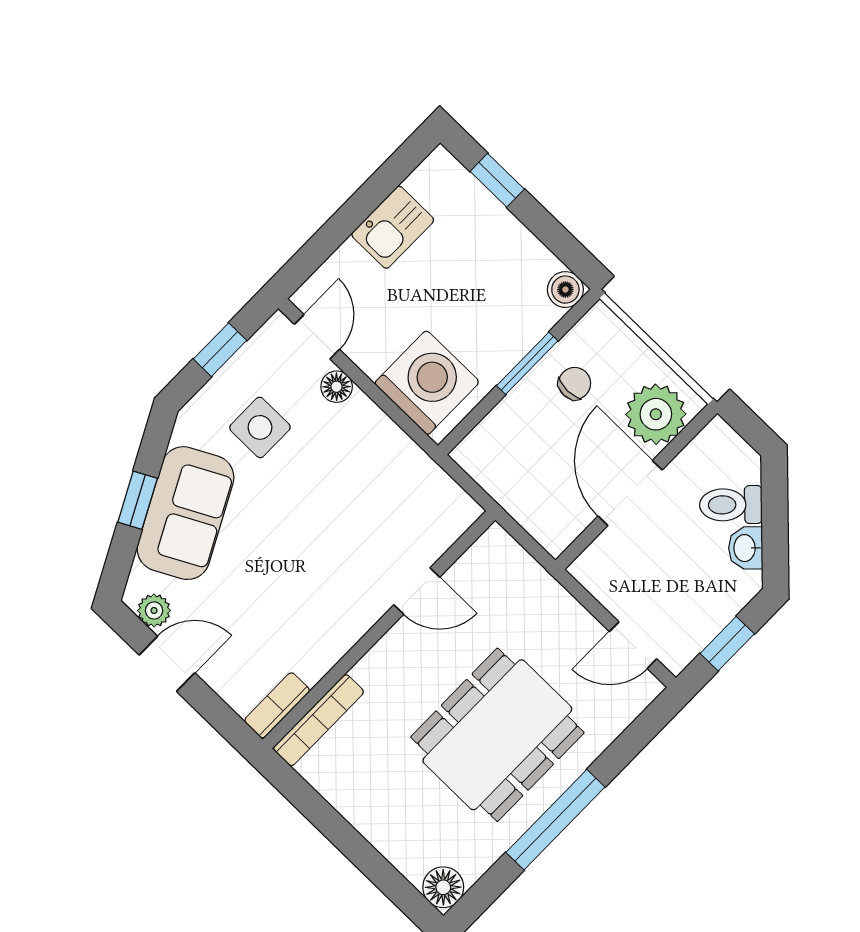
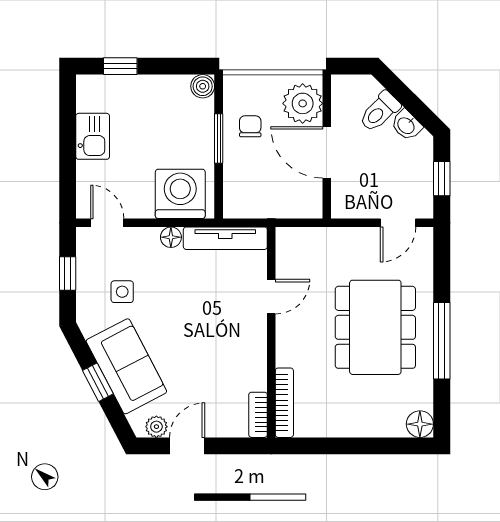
floor lamp: (337, 387) -> (171, 237), moved
side table: (260, 427) -> (122, 292), width x0.73, depth x0.73
tv unit: (429, 479) -> (225, 238), added

